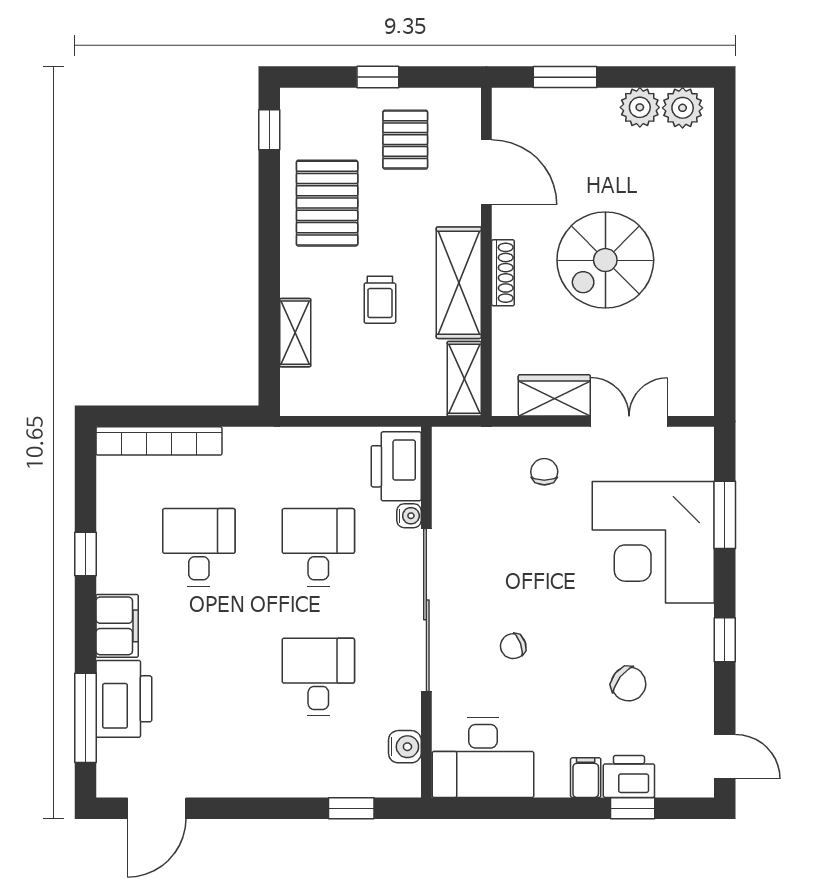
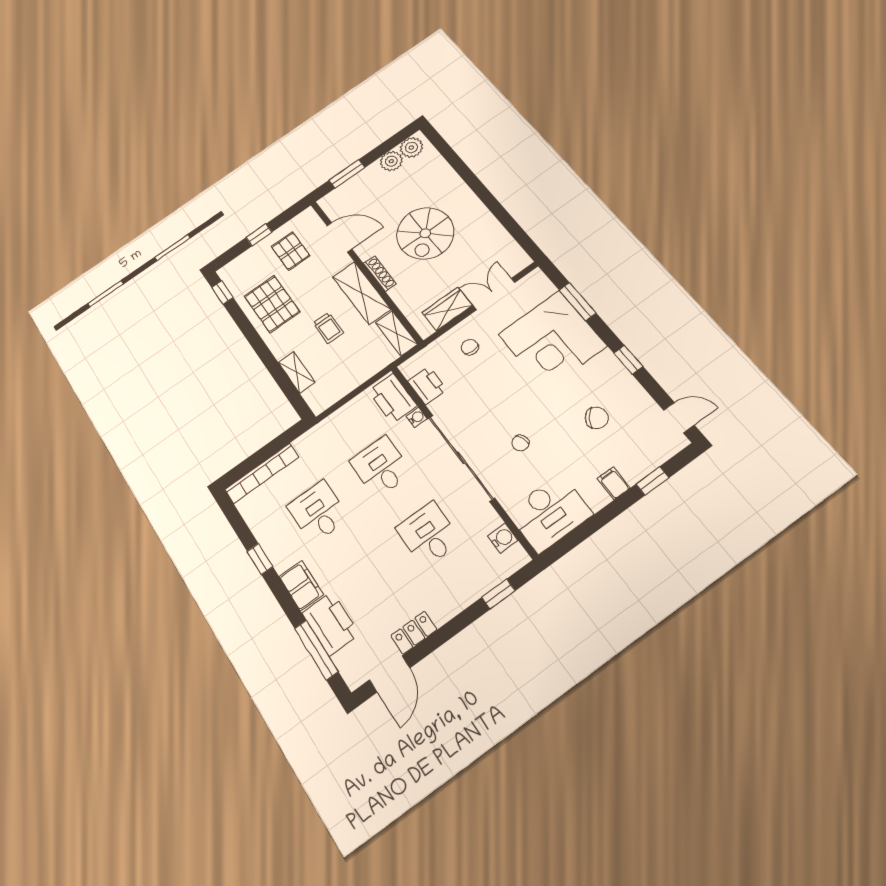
printer: (629, 776) -> (427, 385), moved, turned 90
locker: (218, 781) -> (414, 633), added

